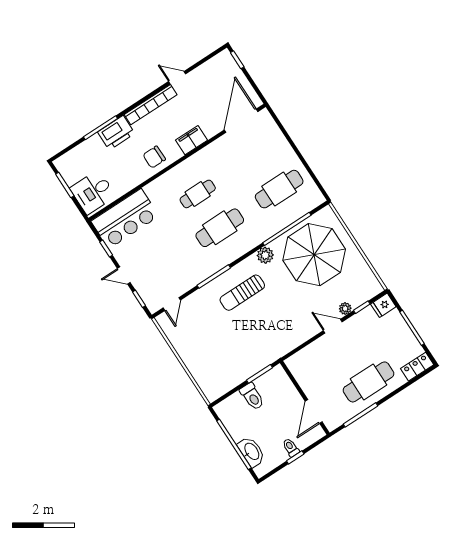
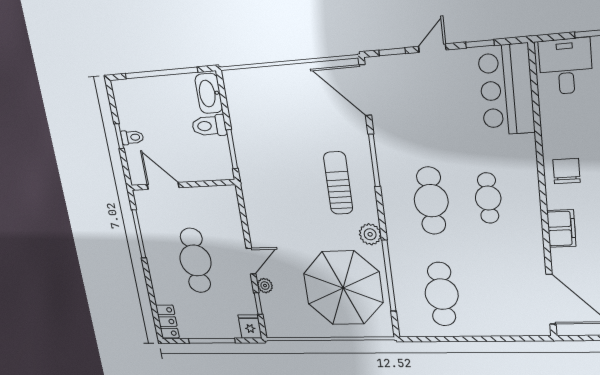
door: (172, 304) -> (365, 90), width x1.87
cafe table: (369, 382) -> (195, 260), moved
washbasin: (251, 452) -> (209, 93), moved, turned 90

